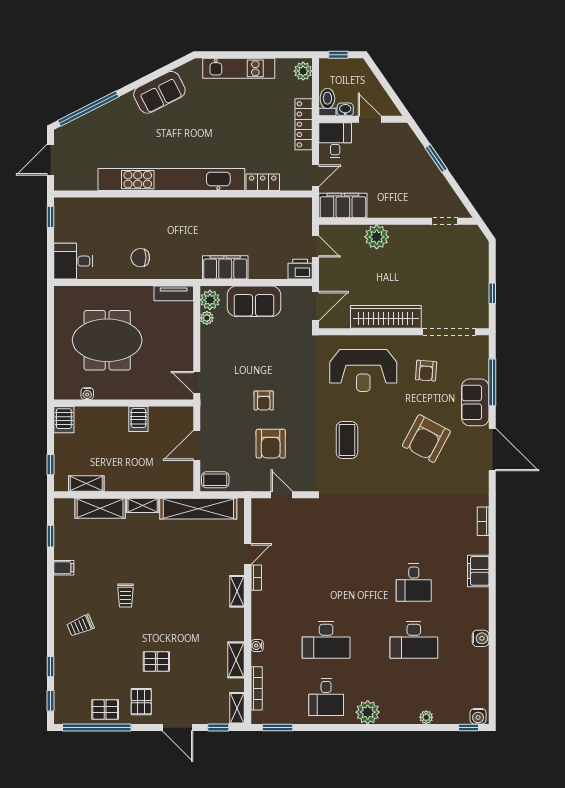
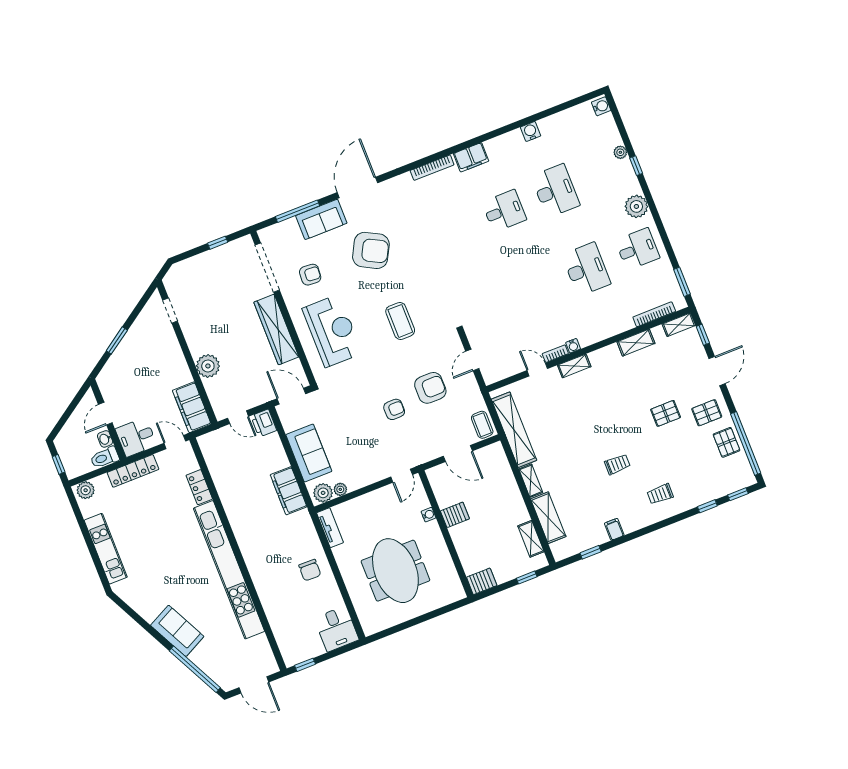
sofa: (159, 92) -> (177, 631), moved
door: (316, 246) -> (238, 417), swing flipped
water cooler: (87, 394) -> (428, 515), moved
coffee table: (347, 440) -> (400, 321), turned 90
bookcase: (483, 521) -> (432, 168), width x1.56
trolley: (80, 626) -> (660, 494), turned 114
water cooler: (257, 646) -> (573, 346), moved
pallet: (156, 662) -> (666, 413), turned 90
window: (468, 728) -> (636, 166), moved

